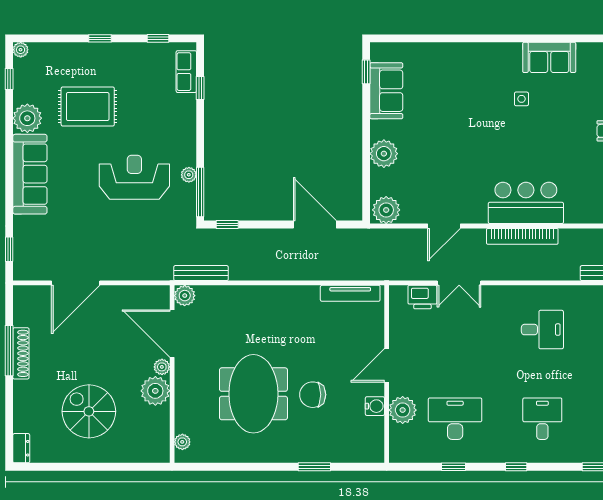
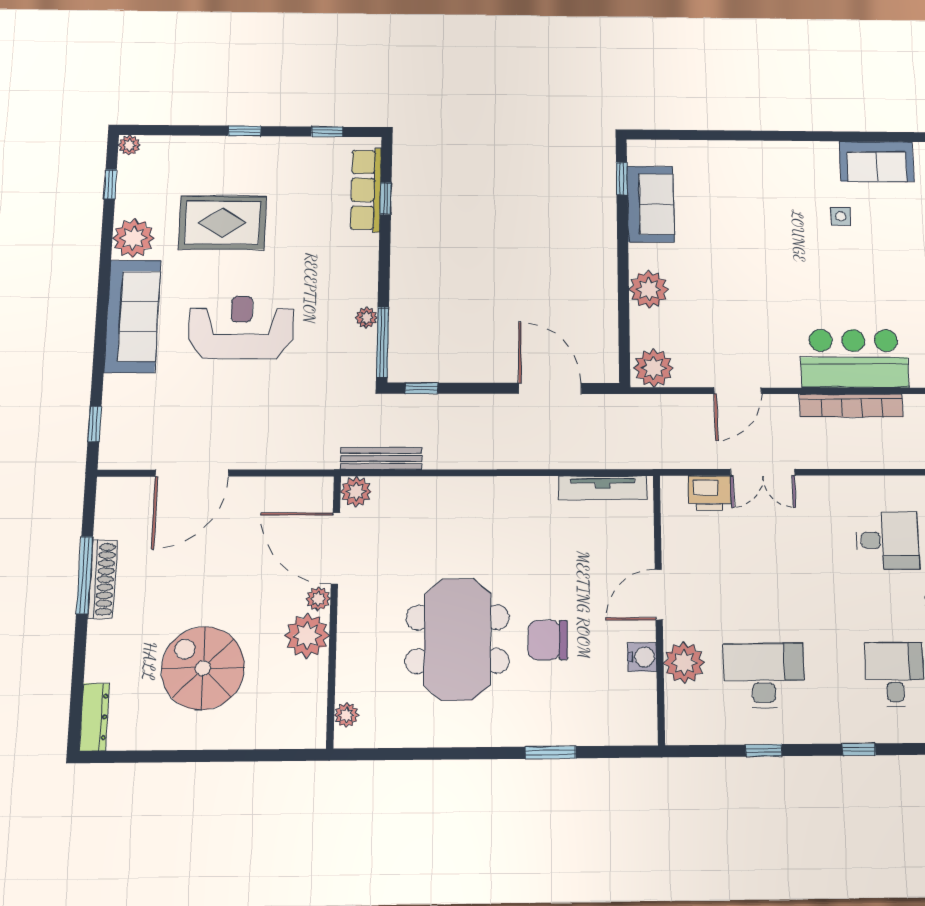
row of seats: (186, 72) -> (366, 190), width x1.48
reception desk: (134, 177) -> (241, 327), moved
dresser: (21, 448) -> (94, 717), width x1.44

